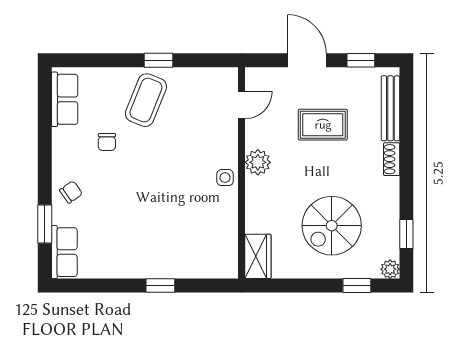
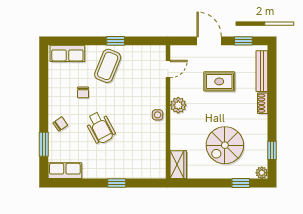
row of seats: (65, 99) -> (67, 53), moved, turned 90
wheelchair: (134, 198) -> (100, 128), added
row of seats: (64, 252) -> (65, 171), moved, turned -90

